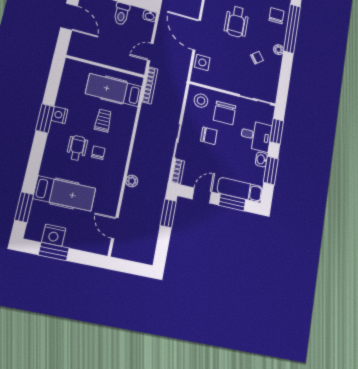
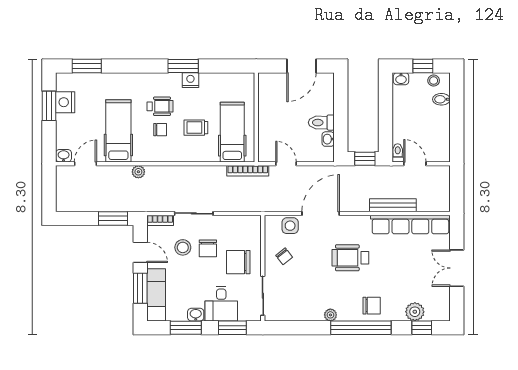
washbasin: (150, 16) -> (328, 139), moved
chair: (257, 58) -> (284, 256), moved
stool: (201, 101) -> (183, 247), moved
trolley: (103, 121) -> (196, 128), turned 180
hospital bed: (64, 193) -> (118, 131), moved, turned 180
washbasin: (103, 247) -> (64, 156), added

